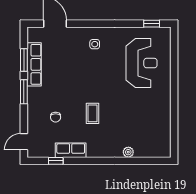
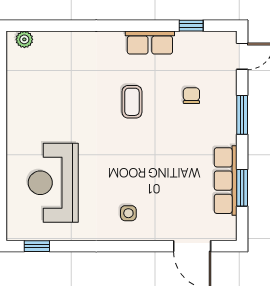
window: (24, 92) -> (242, 115), moved
row of seats: (71, 150) -> (150, 43), moved
plant: (128, 152) -> (24, 39), moved

